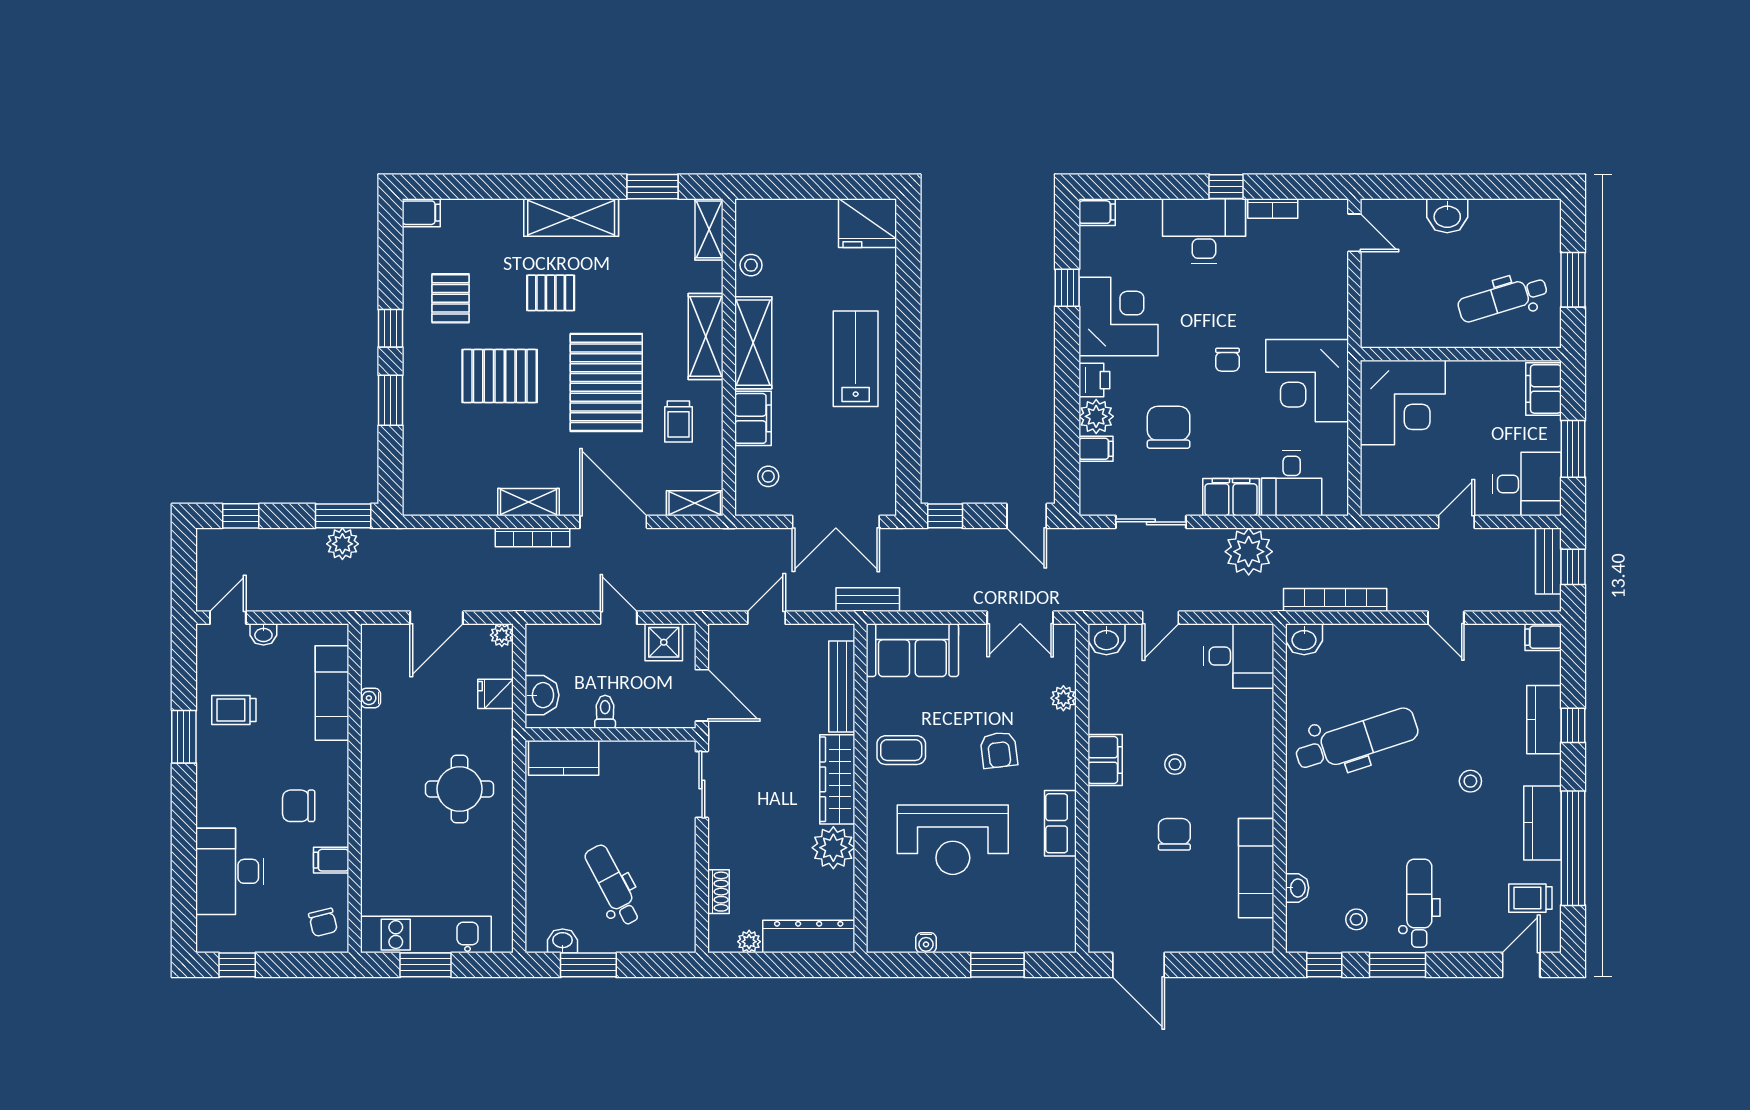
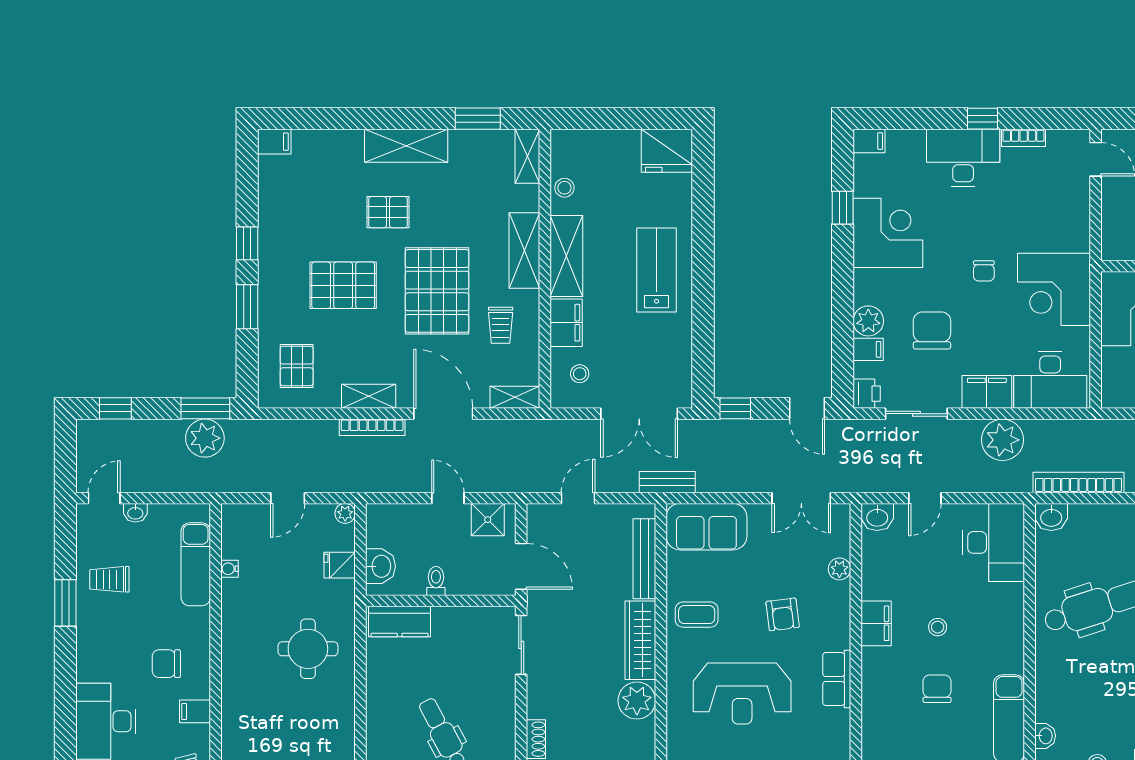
pallet: (450, 298) -> (297, 366), moved
printer: (1094, 380) -> (867, 394), moved
desk: (1292, 483) -> (1050, 380), width x1.37
plant: (342, 544) -> (205, 438), width x1.36, depth x1.36
door: (437, 618) -> (288, 498), width x0.73
desk: (1239, 656) -> (994, 542), width x1.37

